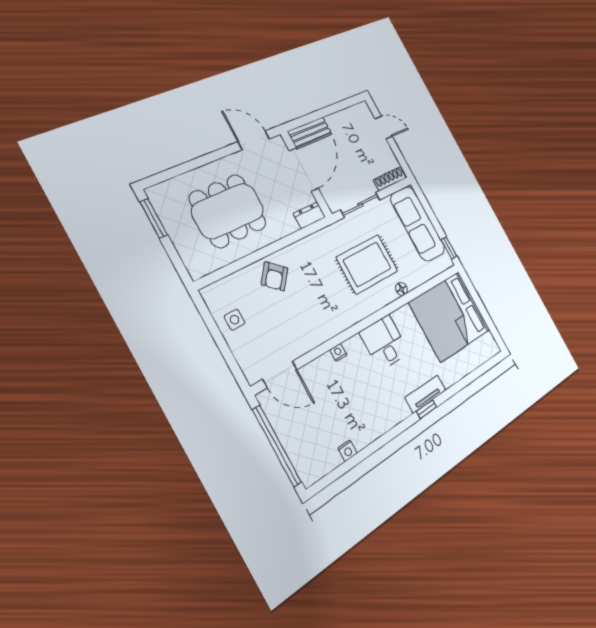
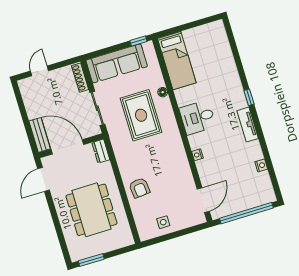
armchair: (275, 276) -> (139, 188), turned 43
bed: (450, 316) -> (177, 61), width x0.49
tv unit: (425, 394) -> (248, 125), moved

